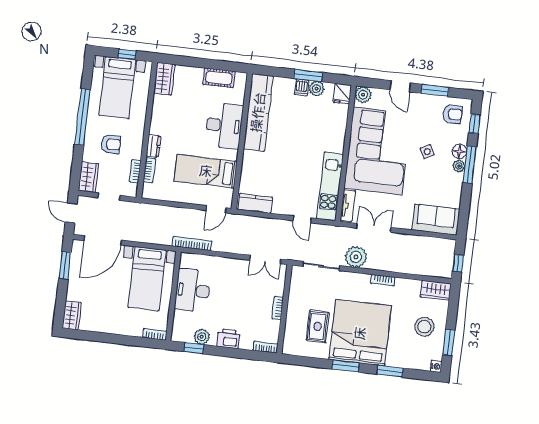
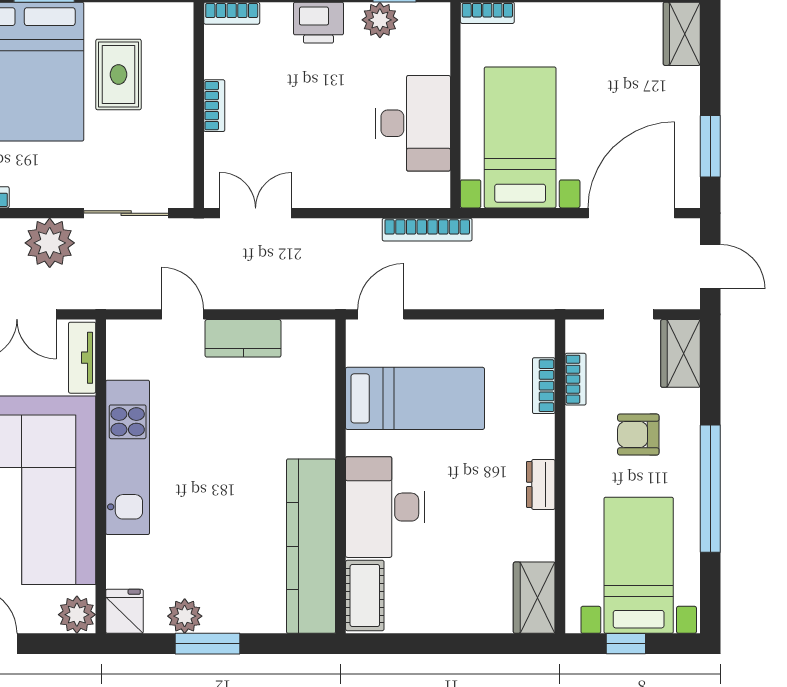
cot: (219, 78) -> (365, 596), moved, turned 90
dishwasher: (302, 87) -> (219, 615), removed
dresser: (153, 146) -> (541, 484), moved
kitchen unit: (330, 186) -> (128, 457), moved
kitchen counter: (255, 203) -> (243, 338), moved

